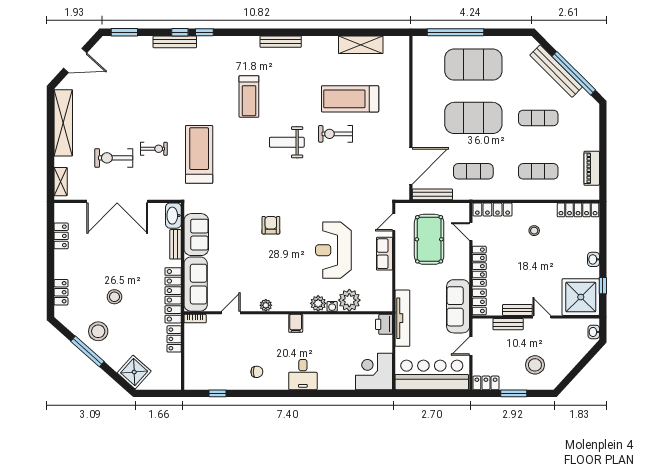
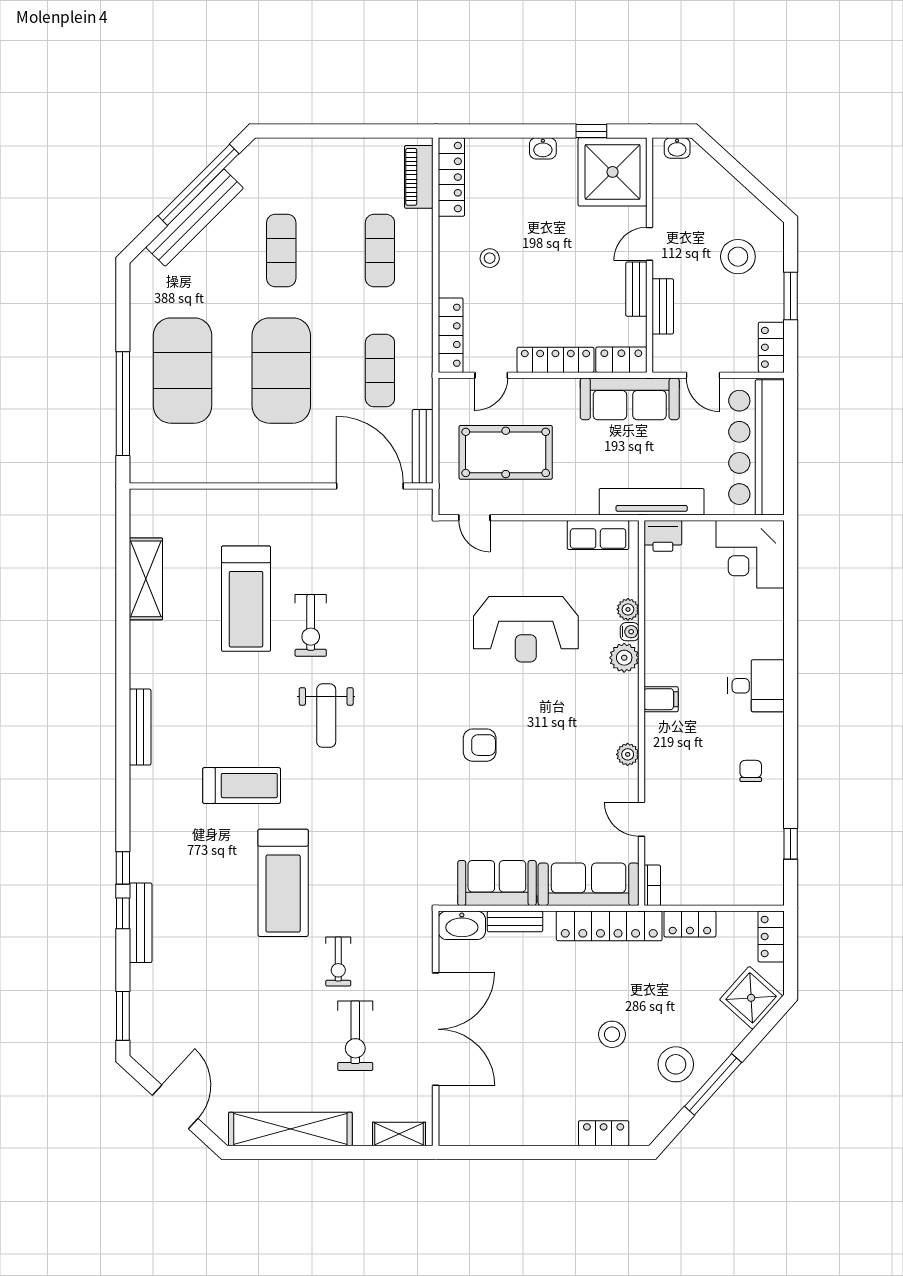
exercise bike: (154, 149) -> (338, 961), turned 180
treadmill: (199, 154) -> (283, 883), moved, turned -90
piano: (592, 168) -> (419, 177), moved, turned 90
armchair: (271, 225) -> (480, 745), turned 180
locker: (61, 236) -> (771, 936), moved, turned -90
row of seats: (384, 254) -> (598, 535), moved
plant: (349, 300) -> (628, 609), width x0.53, depth x0.53

